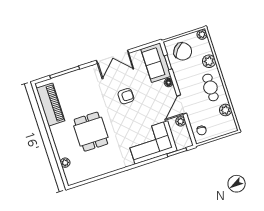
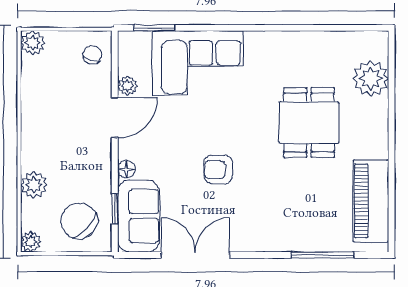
double door: (112, 57) -> (195, 255), moved
cafe table: (210, 87) -> (48, 133), removed
plant: (225, 110) -> (33, 43), moved
plant: (65, 163) -> (371, 78), width x1.88, depth x1.88

